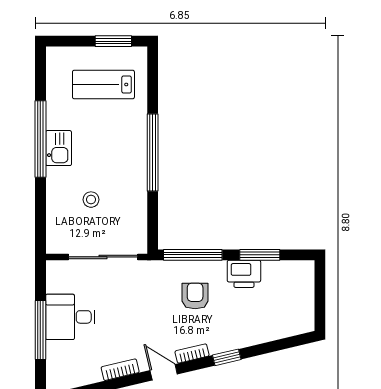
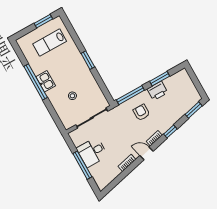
window: (153, 152) -> (88, 60), width x0.47
window: (288, 343) -> (194, 110), added

